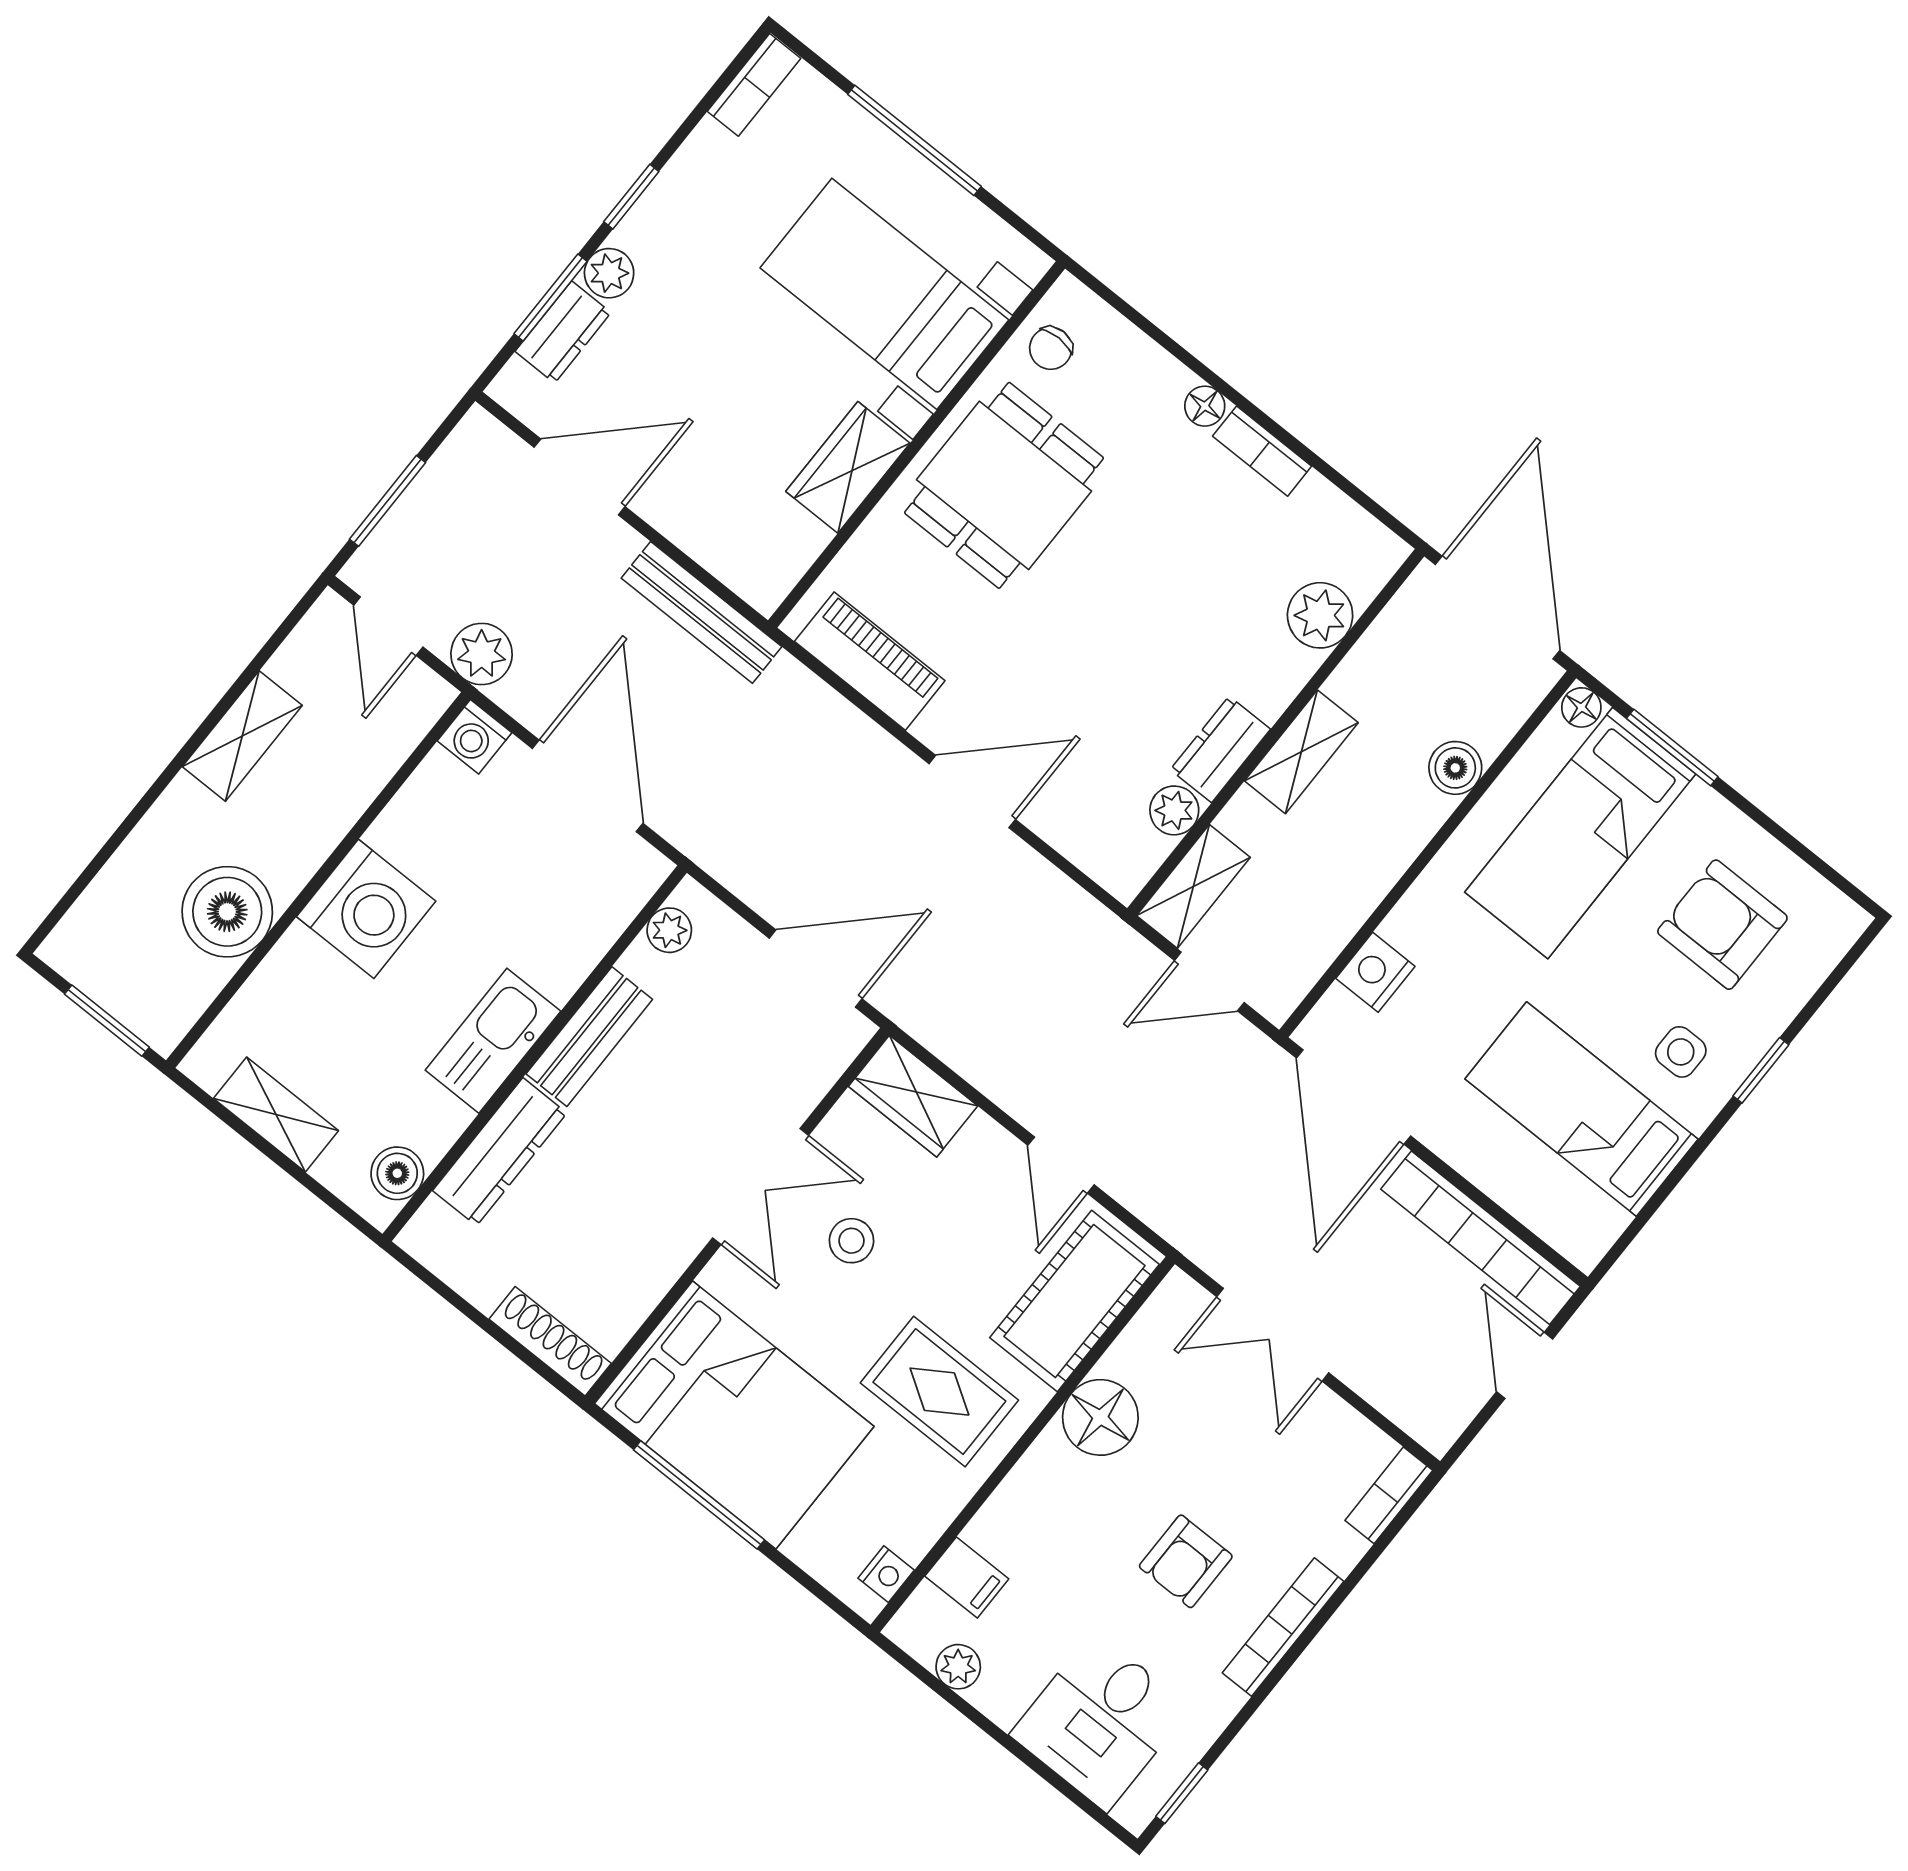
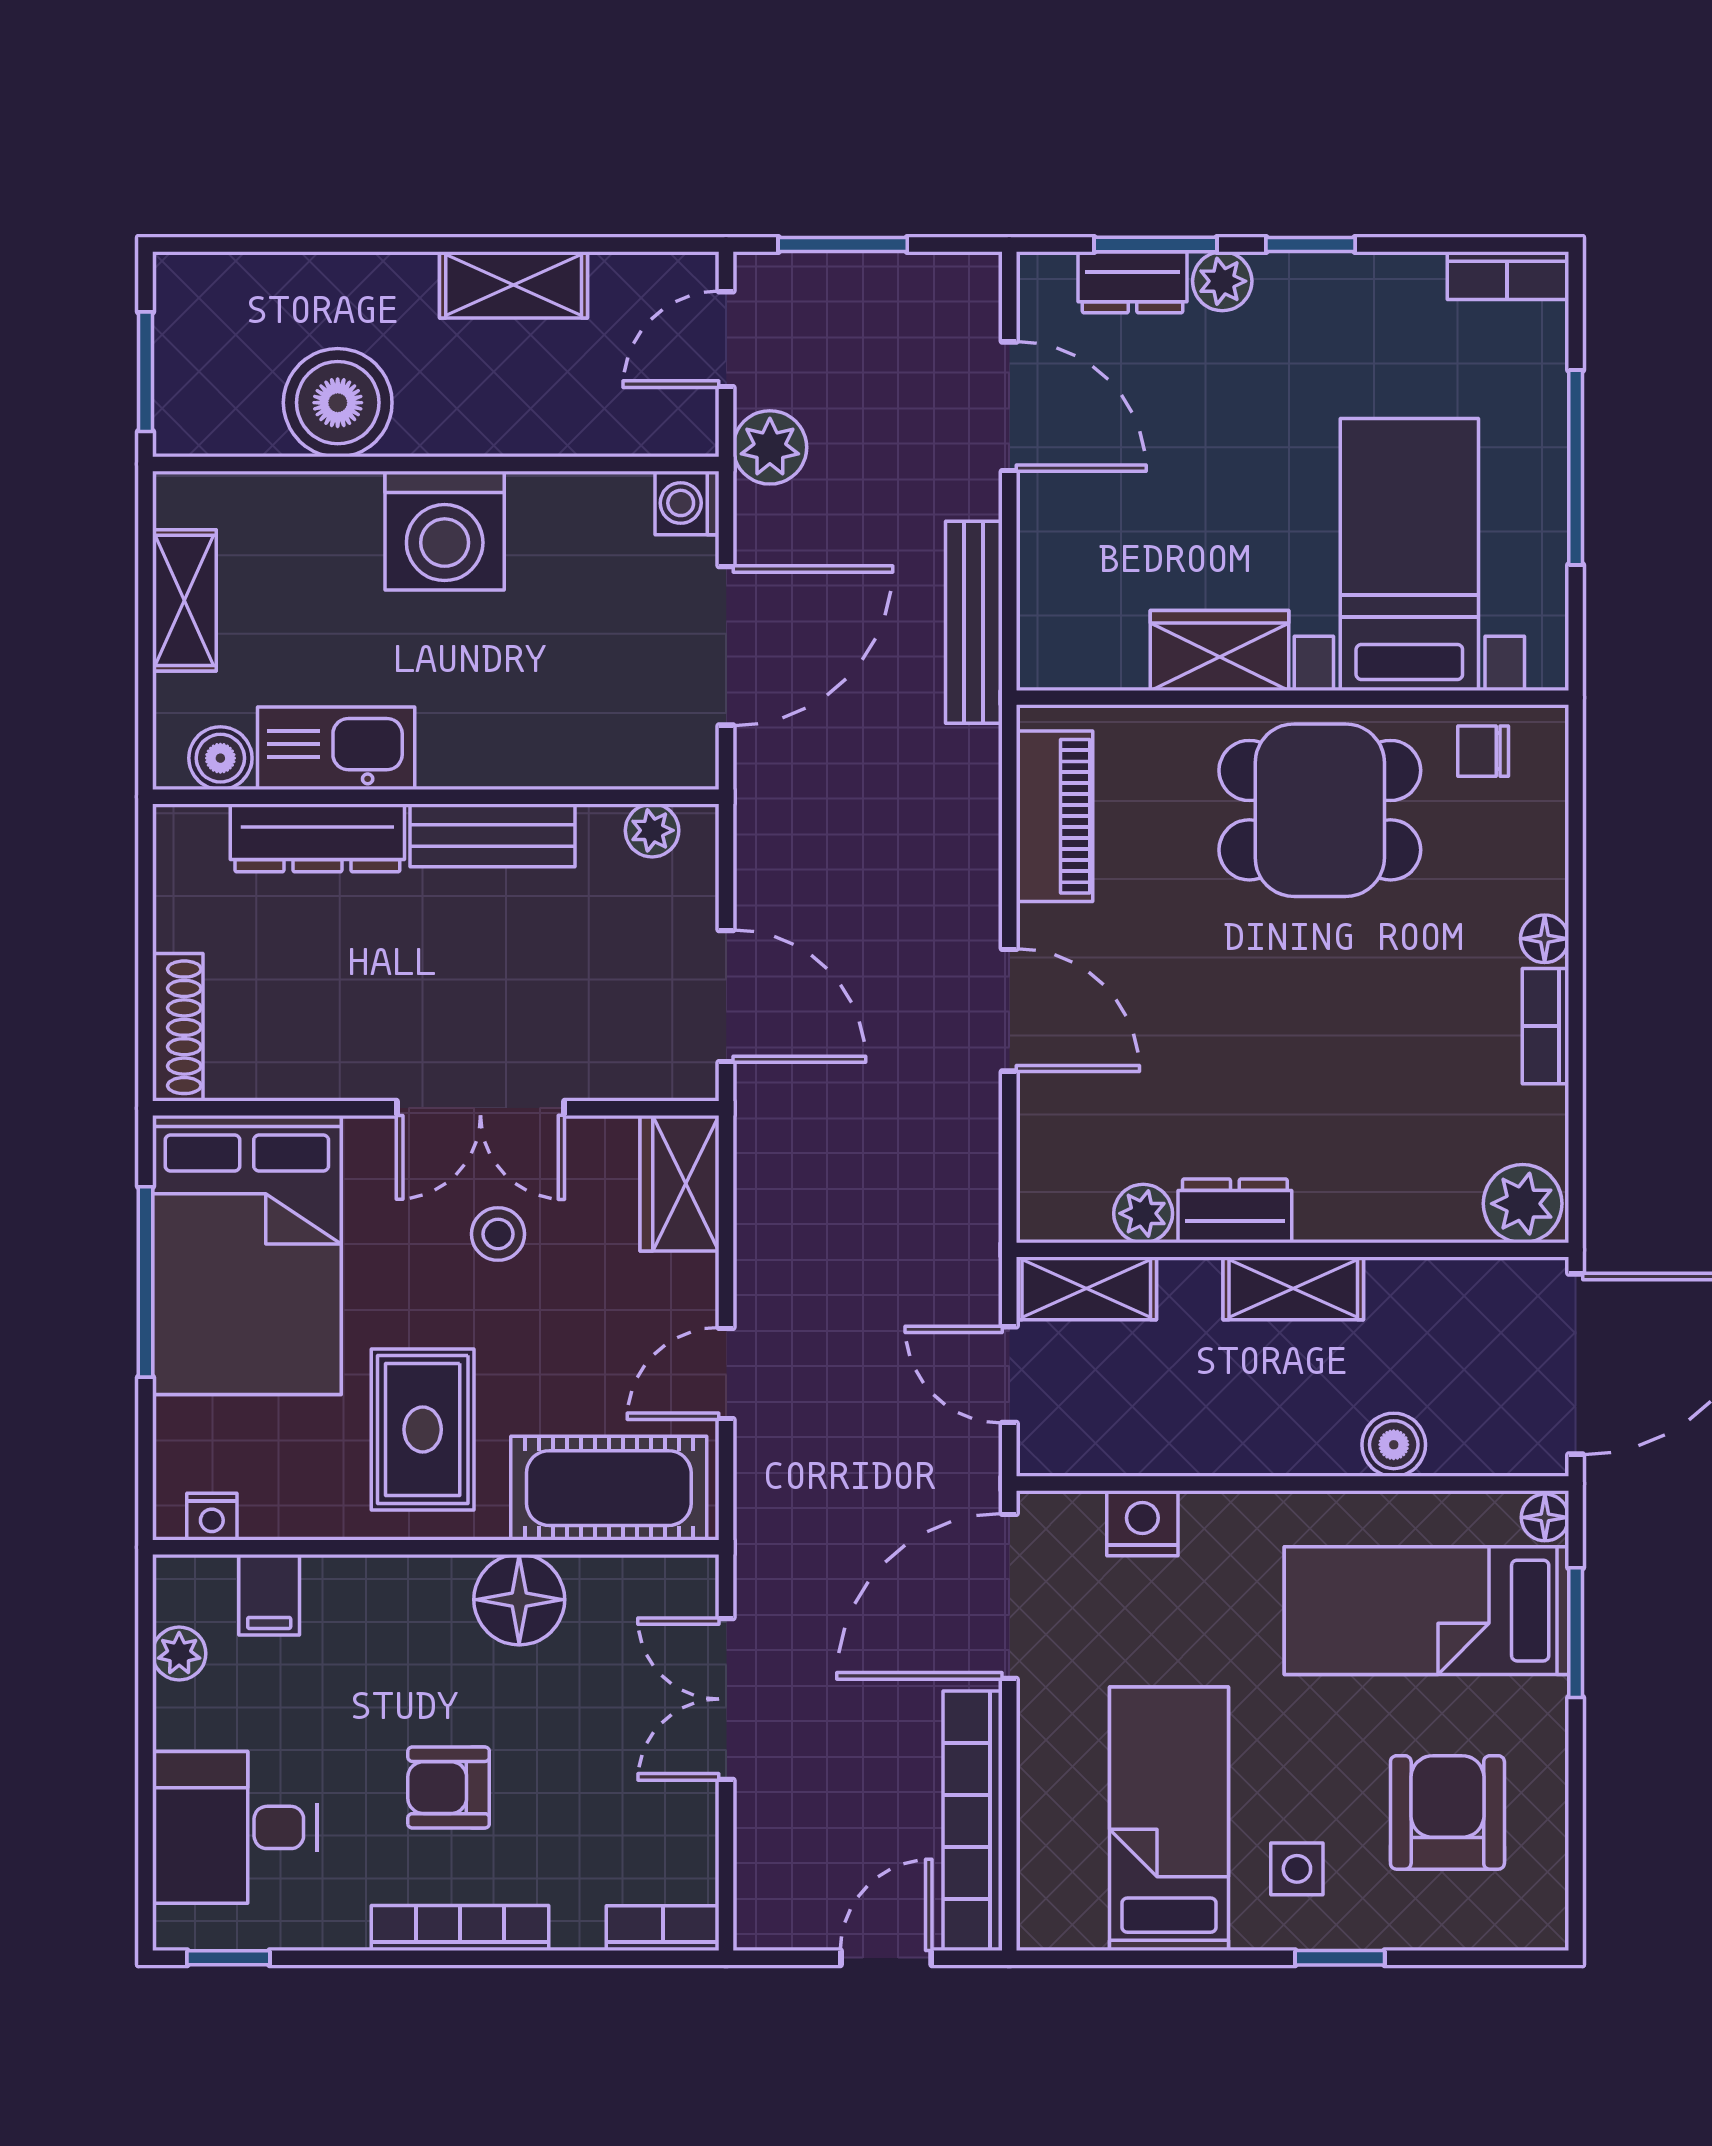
plant: (1320, 615) -> (1523, 1204), moved
kitchen sink: (493, 1041) -> (336, 748), moved

